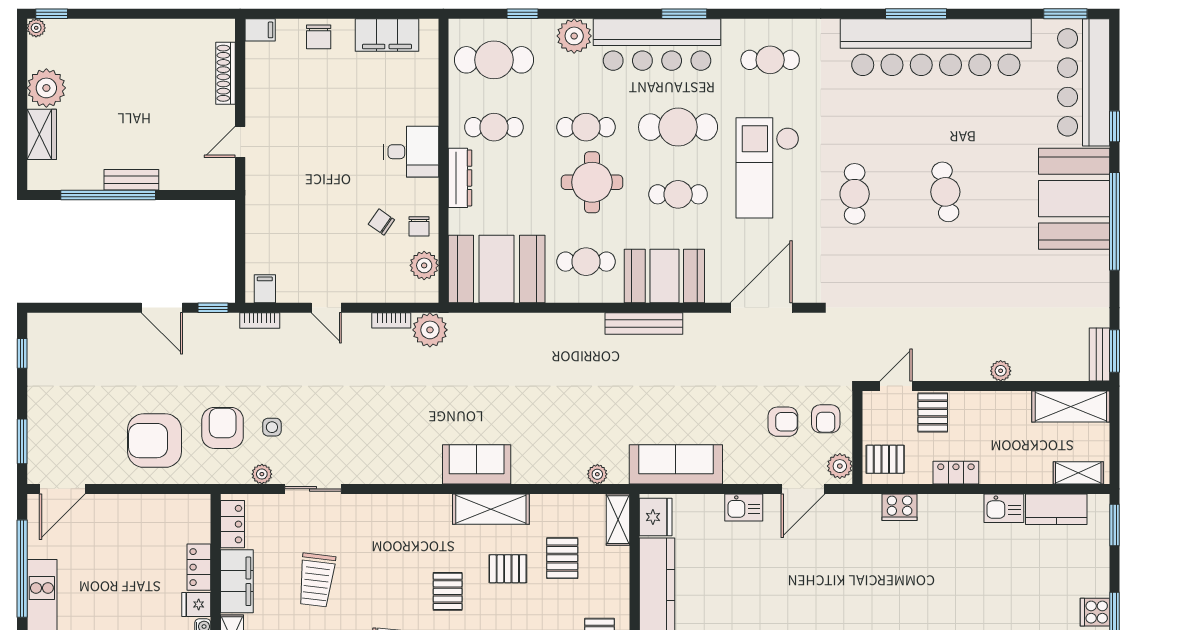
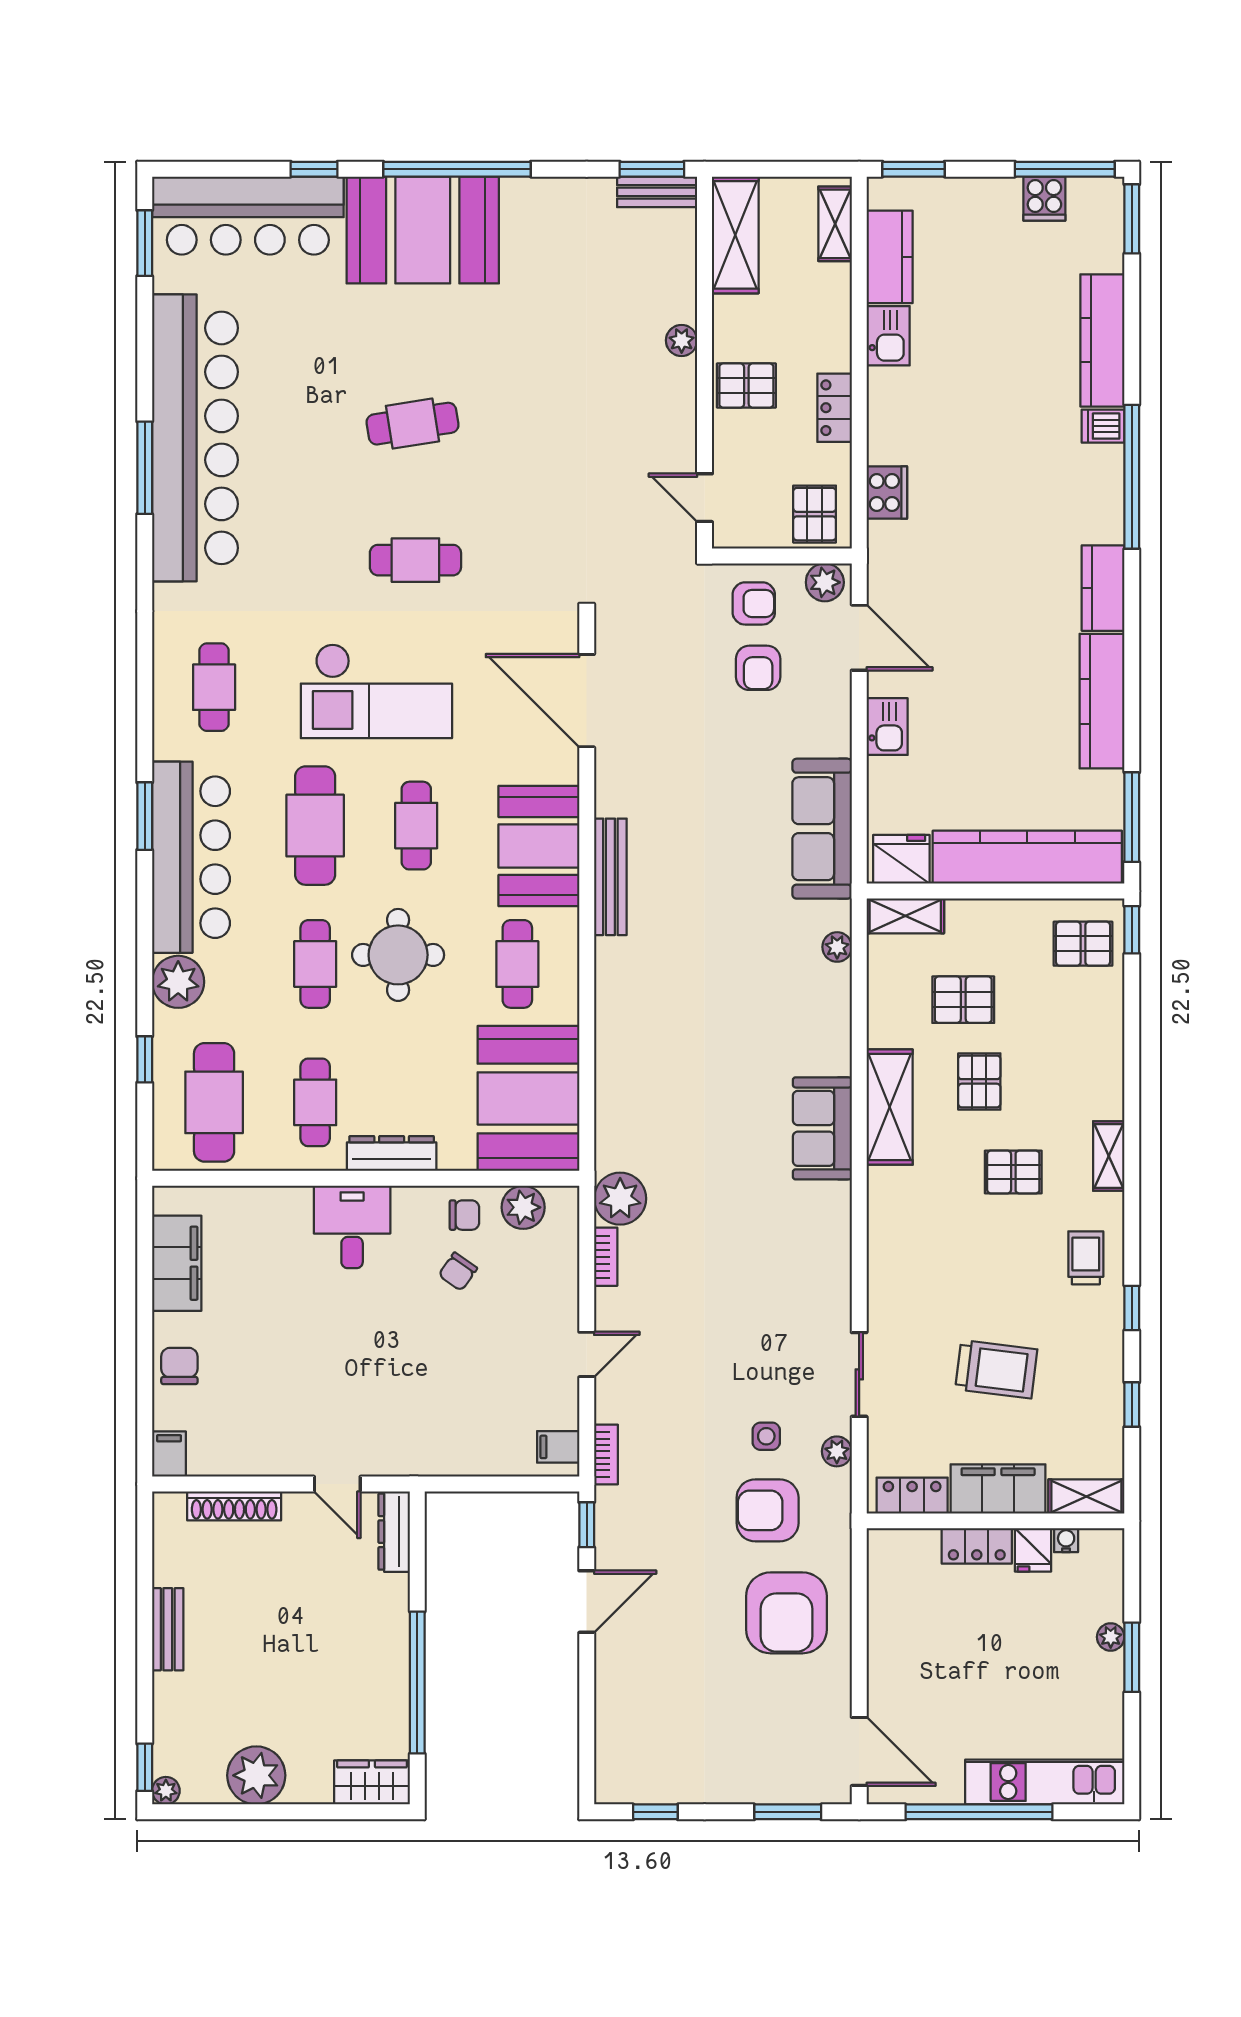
chair: (319, 37) -> (179, 1366), turned -90
wardrobe: (42, 134) -> (372, 1782), moved
bench: (131, 180) -> (168, 1629), moved
dresser: (208, 180) -> (394, 1532), added
pallet: (933, 413) -> (746, 386), moved
armchair: (783, 422) -> (758, 668), turned 180

